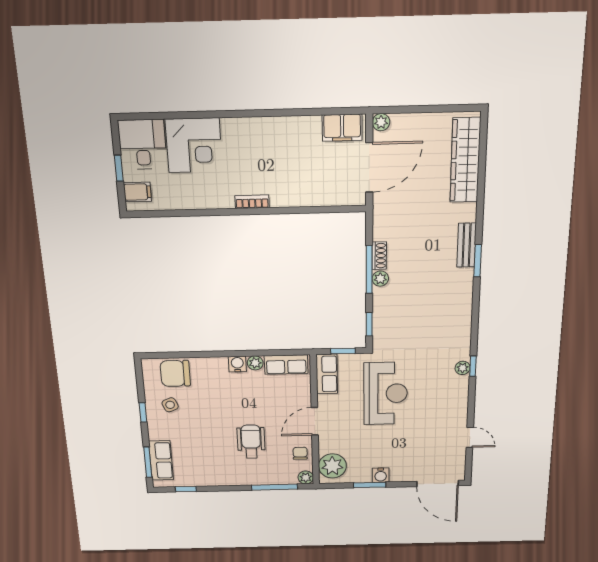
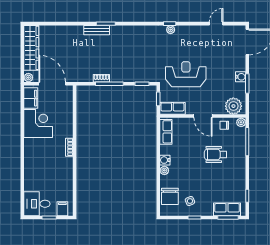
corner desk: (194, 145) -> (38, 123), moved
wardrobe: (465, 160) -> (31, 48), moved, turned -90
plant: (380, 279) -> (115, 78), removed
plant: (255, 363) -> (164, 170), moved

